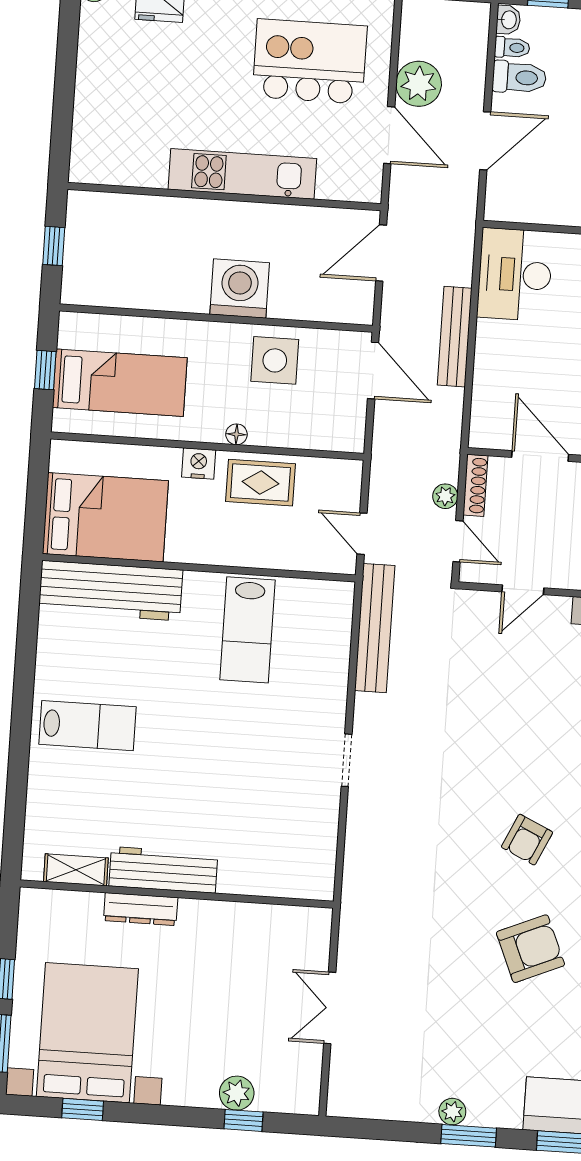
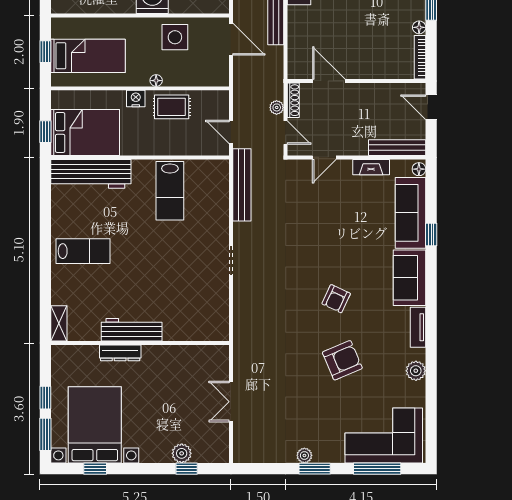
window: (36, 511) -> (45, 132), added
shelving: (76, 870) -> (59, 323), moved, turned 90

